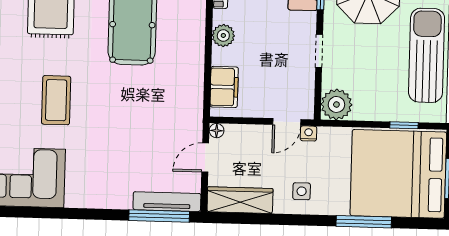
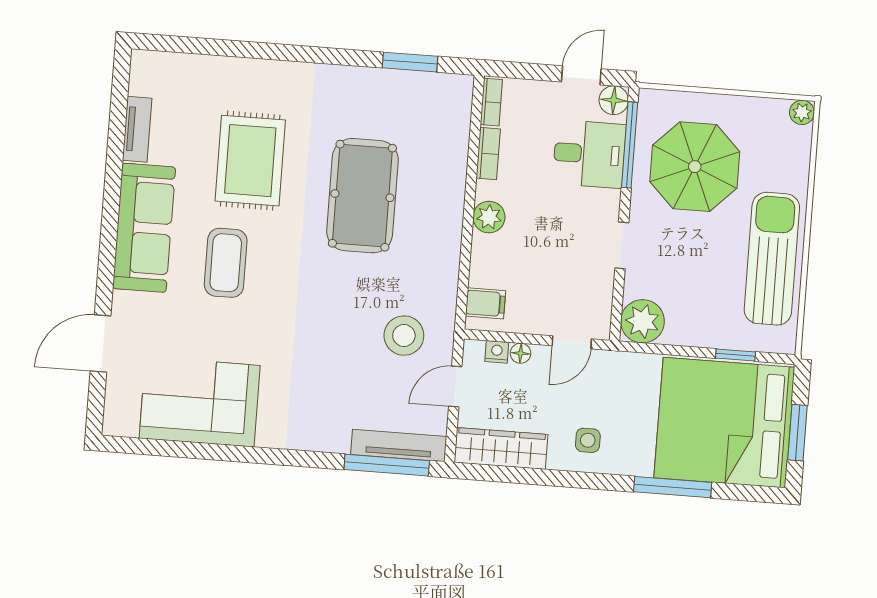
filing cabinet: (224, 87) -> (485, 303), width x0.50
coffee table: (56, 100) -> (226, 263), moved
stool: (167, 123) -> (404, 336), added
floor lamp: (217, 131) -> (521, 353), moved
nightstand: (309, 133) -> (497, 352), moved

